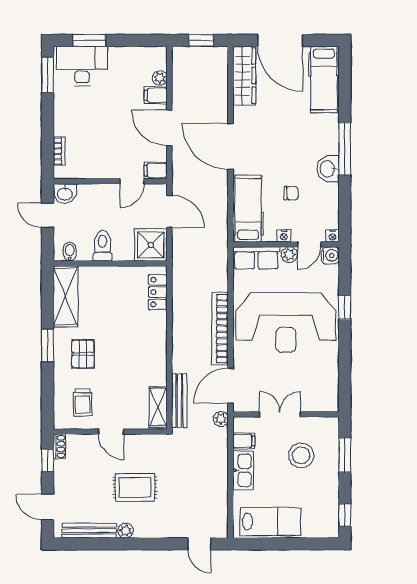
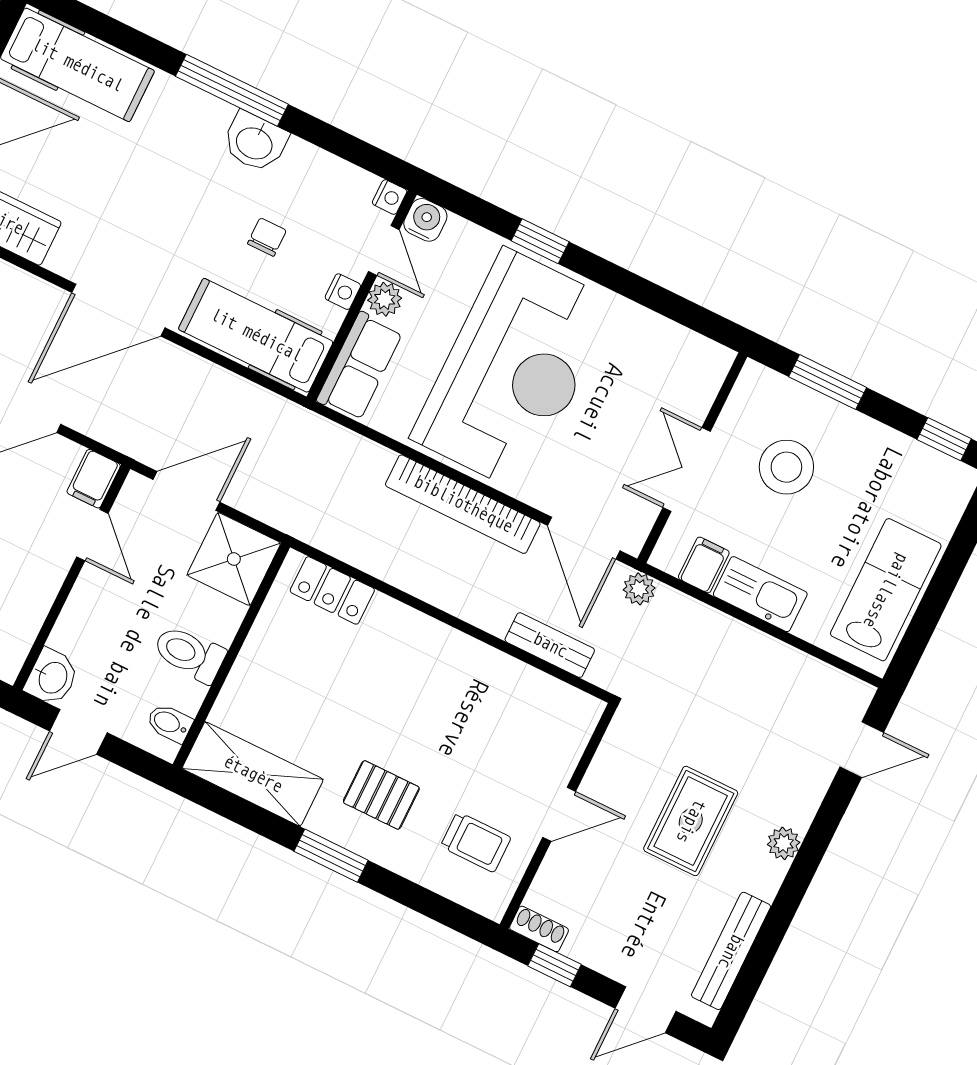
bench: (179, 401) -> (550, 645), width x0.73
shelving: (158, 407) -> (556, 699), removed
plant: (126, 531) -> (784, 843), moved

